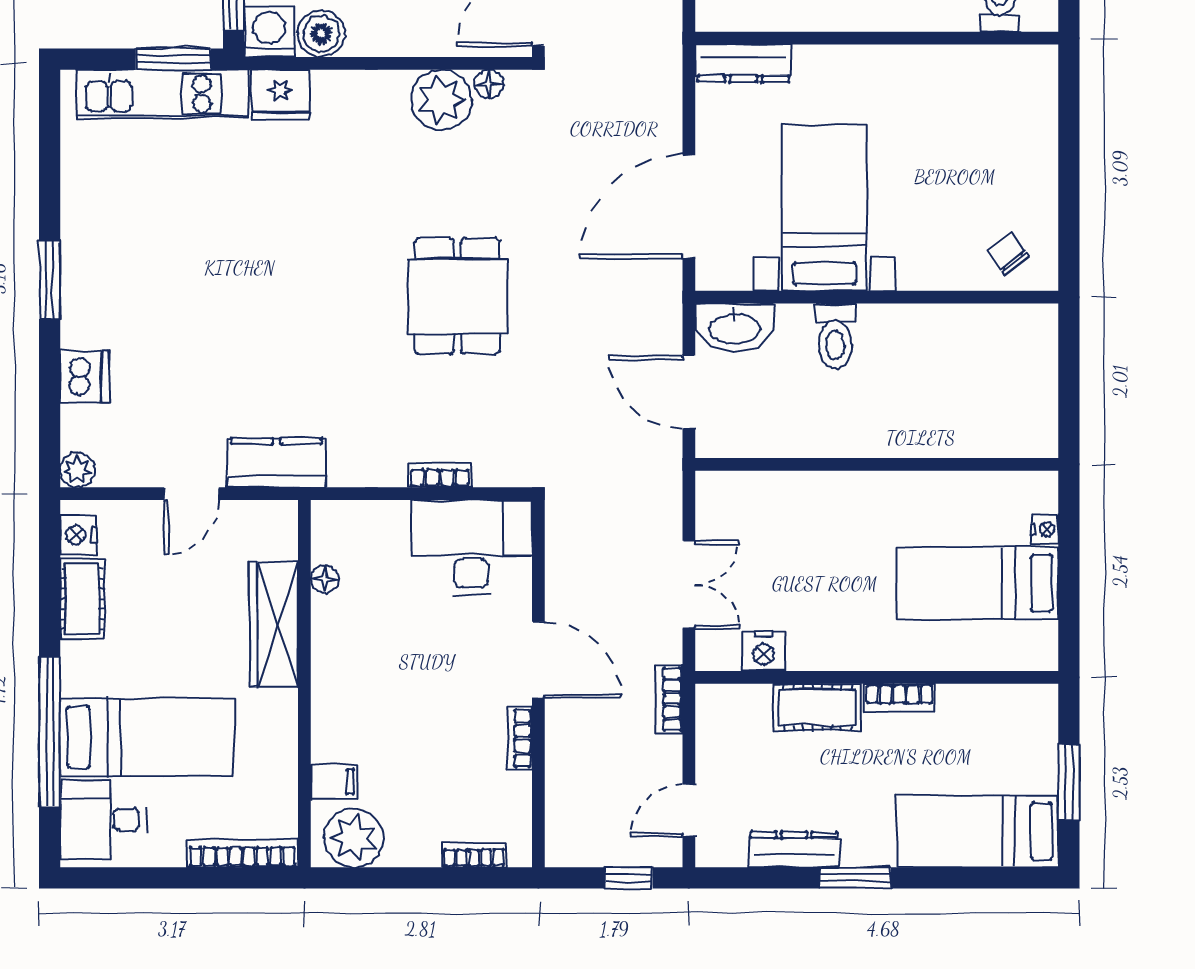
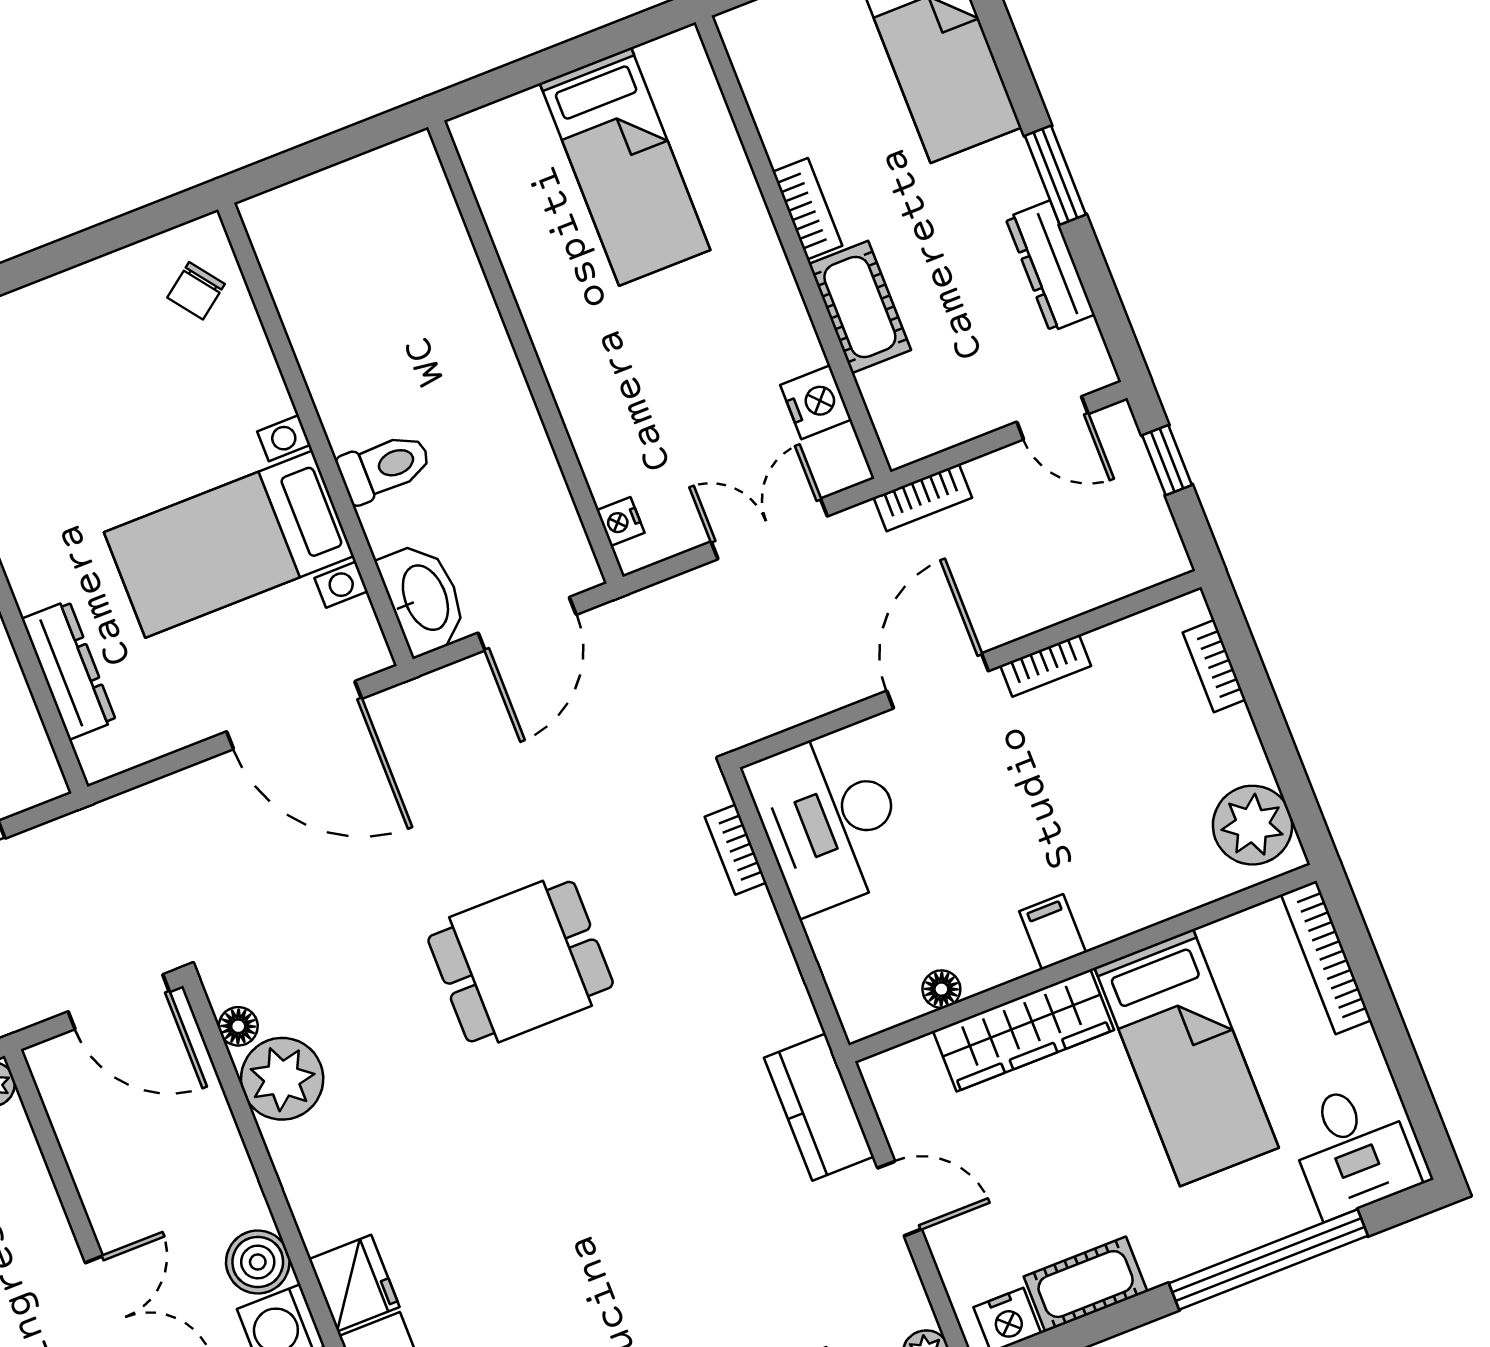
dresser: (743, 63) -> (69, 670), moved
bookcase: (440, 475) -> (736, 850), moved
nightstand: (1045, 529) -> (621, 521), moved, turned -90
bed: (147, 737) -> (1187, 1058), moved, turned 180
filing cabinet: (334, 782) -> (1053, 932), moved

